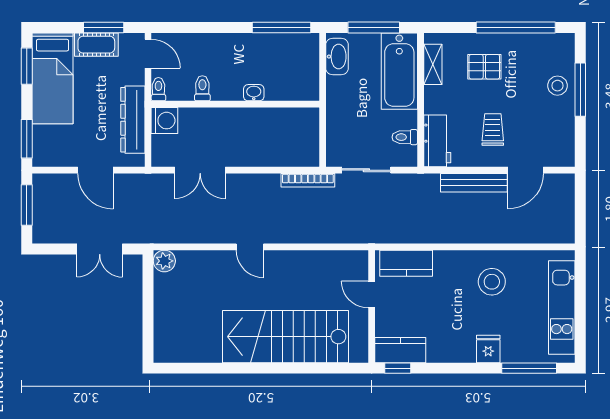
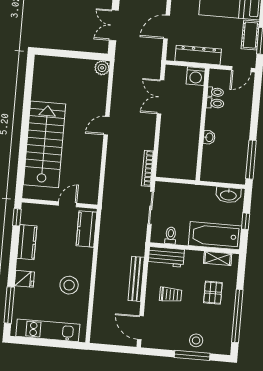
window: (374, 28) -> (246, 221), width x0.46
toilet: (158, 89) -> (215, 92), moved
door: (526, 170) -> (140, 328), moved
kitchen counter: (400, 350) -> (27, 242), moved

